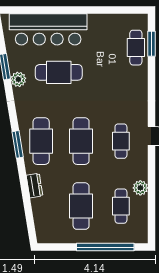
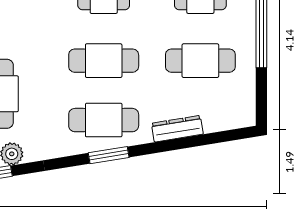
dresser: (34, 186) -> (177, 129), width x1.44

